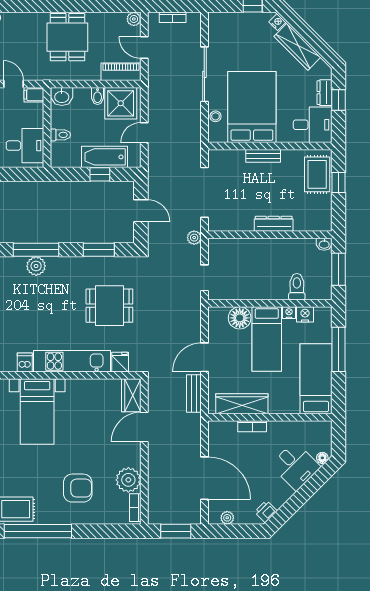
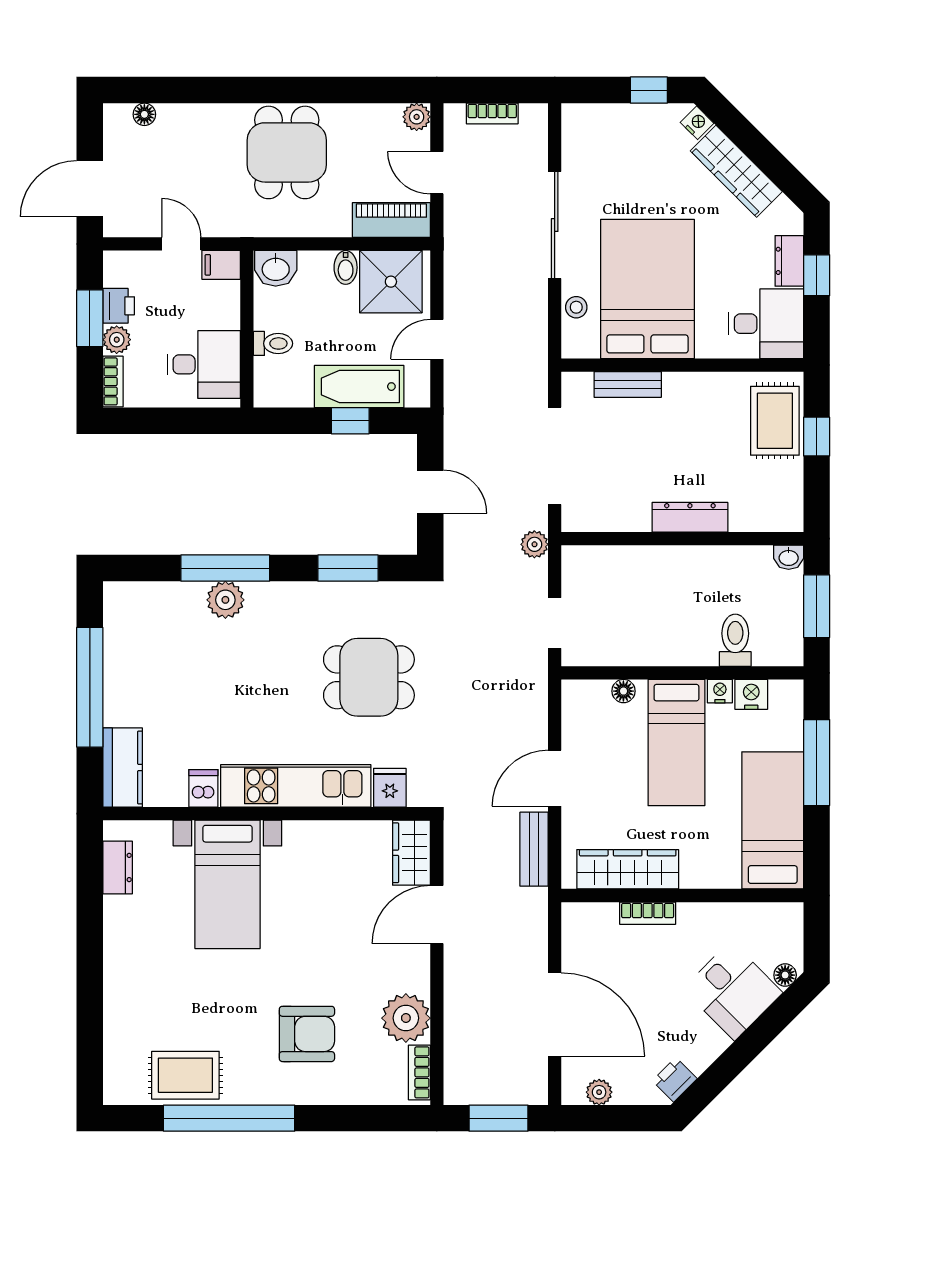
bench: (263, 156) -> (628, 384), moved
floor lamp: (240, 318) -> (623, 691), width x0.53, depth x0.53

